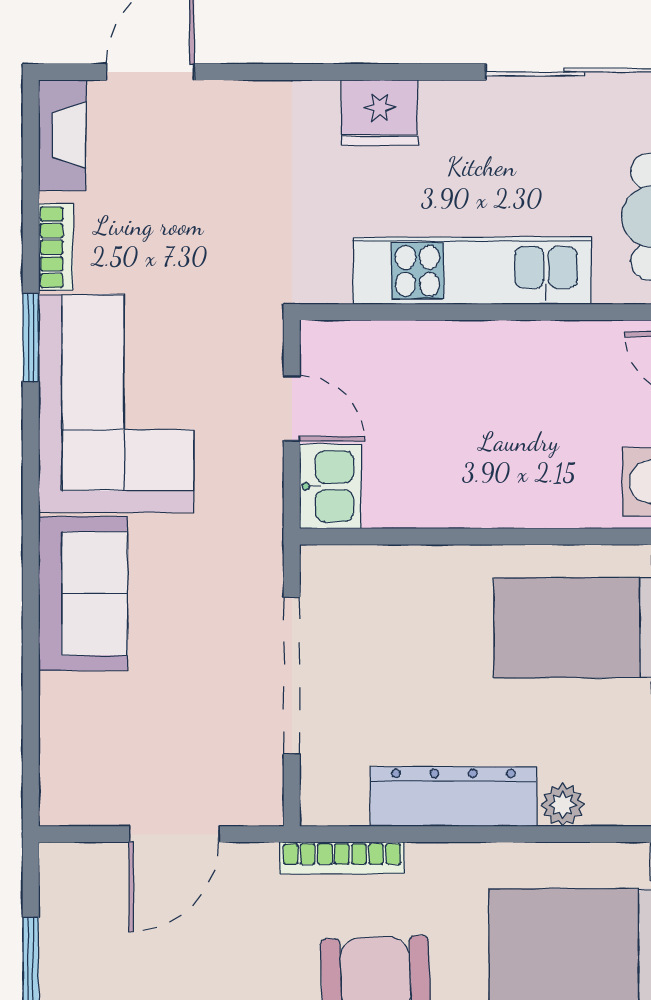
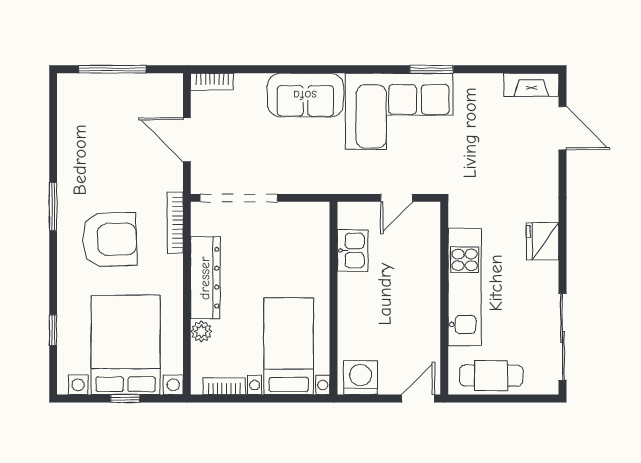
bookcase: (56, 247) -> (212, 82), moved
kitchen sink: (330, 486) -> (353, 250), moved, turned -90
doorway: (292, 676) -> (239, 198), moved

